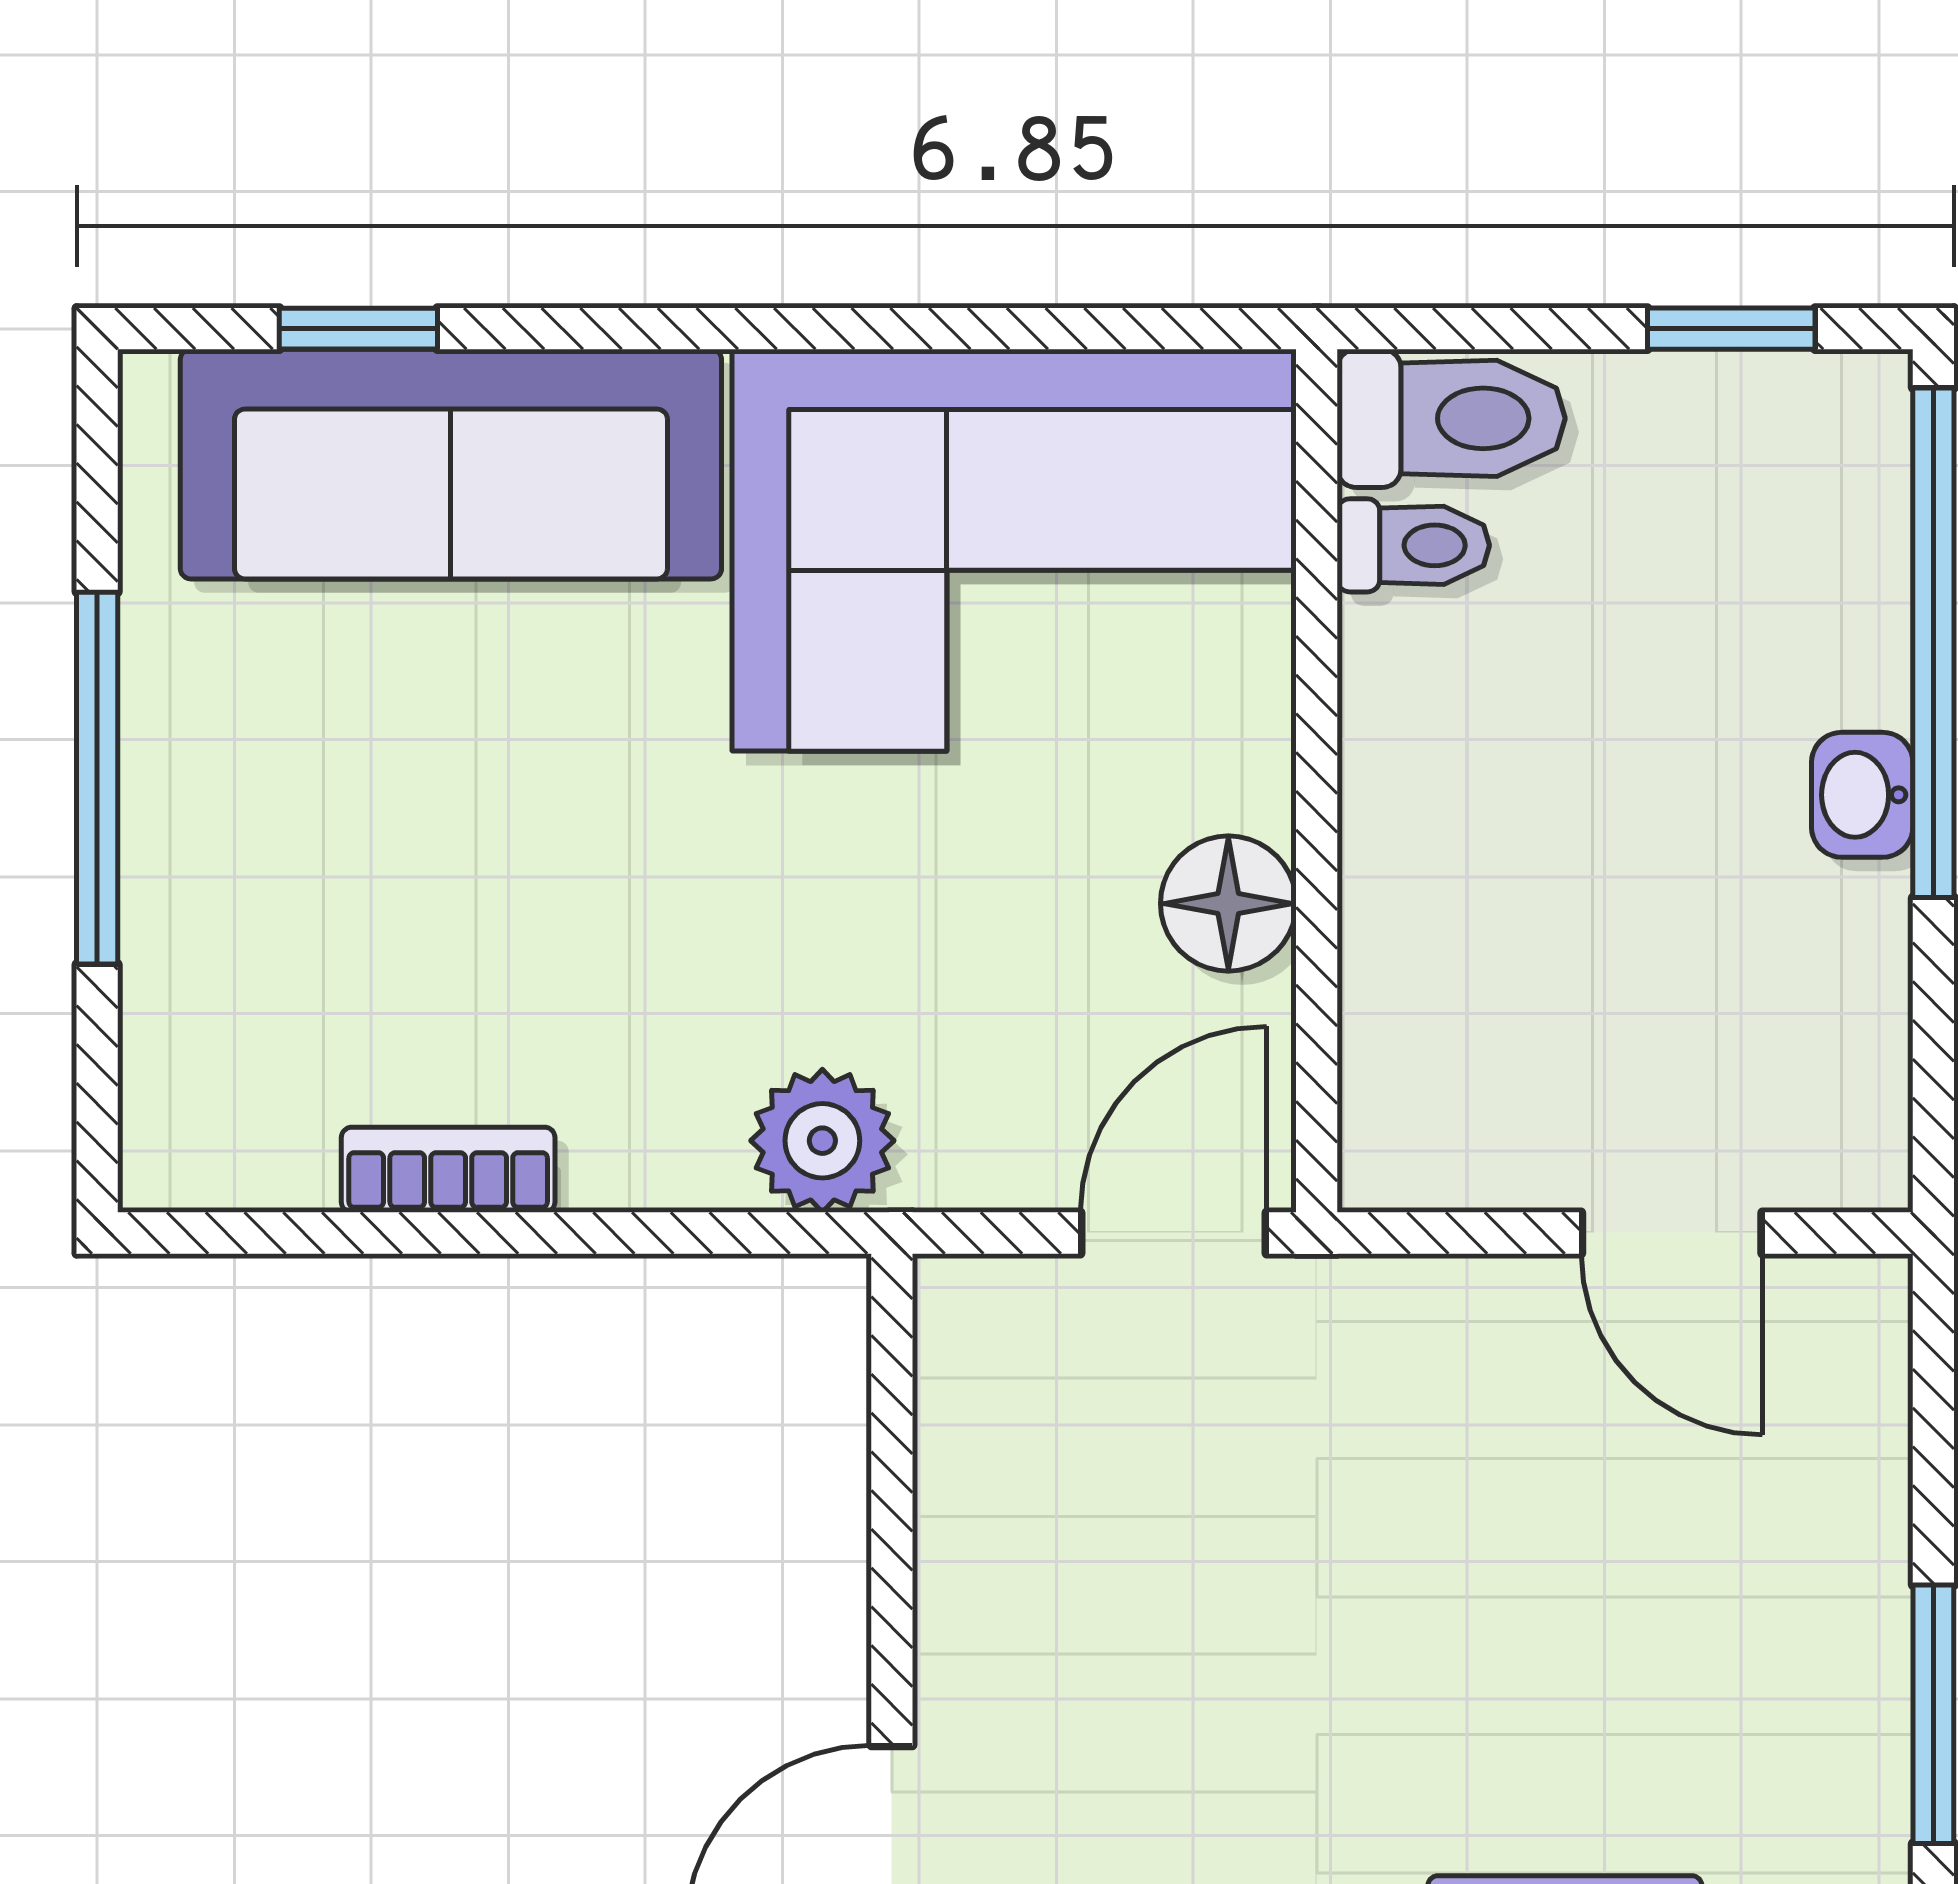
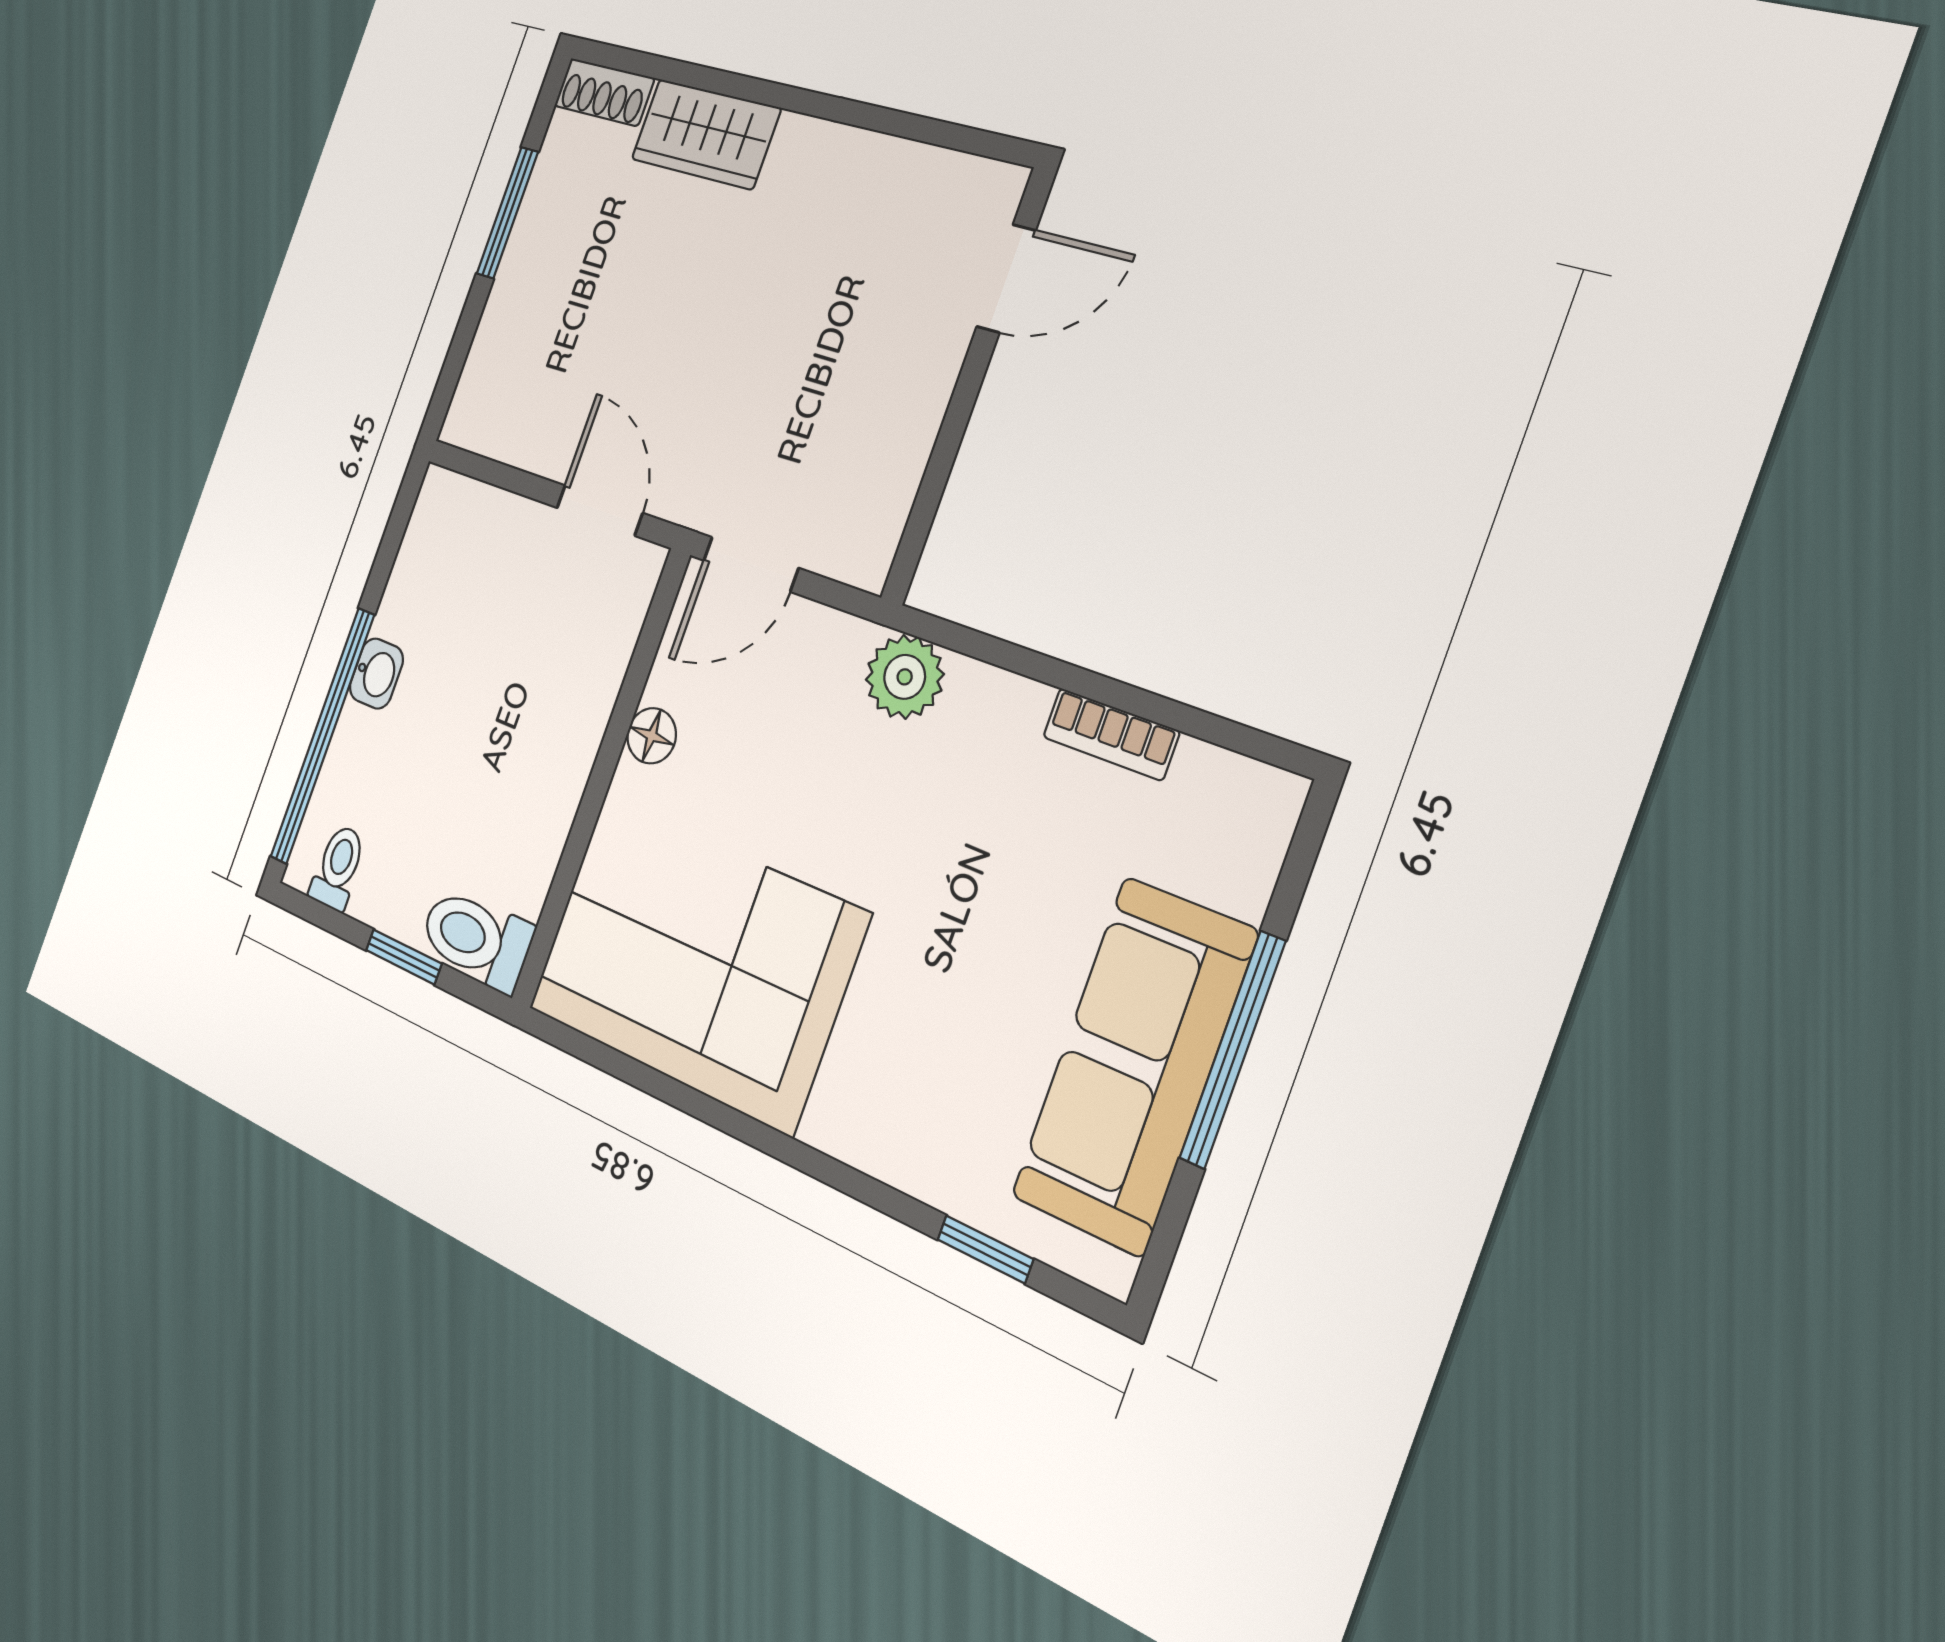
window: (1731, 329) -> (404, 957), moved
sofa: (451, 464) -> (1134, 1065), moved, turned -90
toilet: (1413, 545) -> (338, 867), moved, turned 90
floor lamp: (1228, 904) -> (652, 736), width x0.73, depth x0.73
door: (1672, 1233) -> (600, 510), moved

